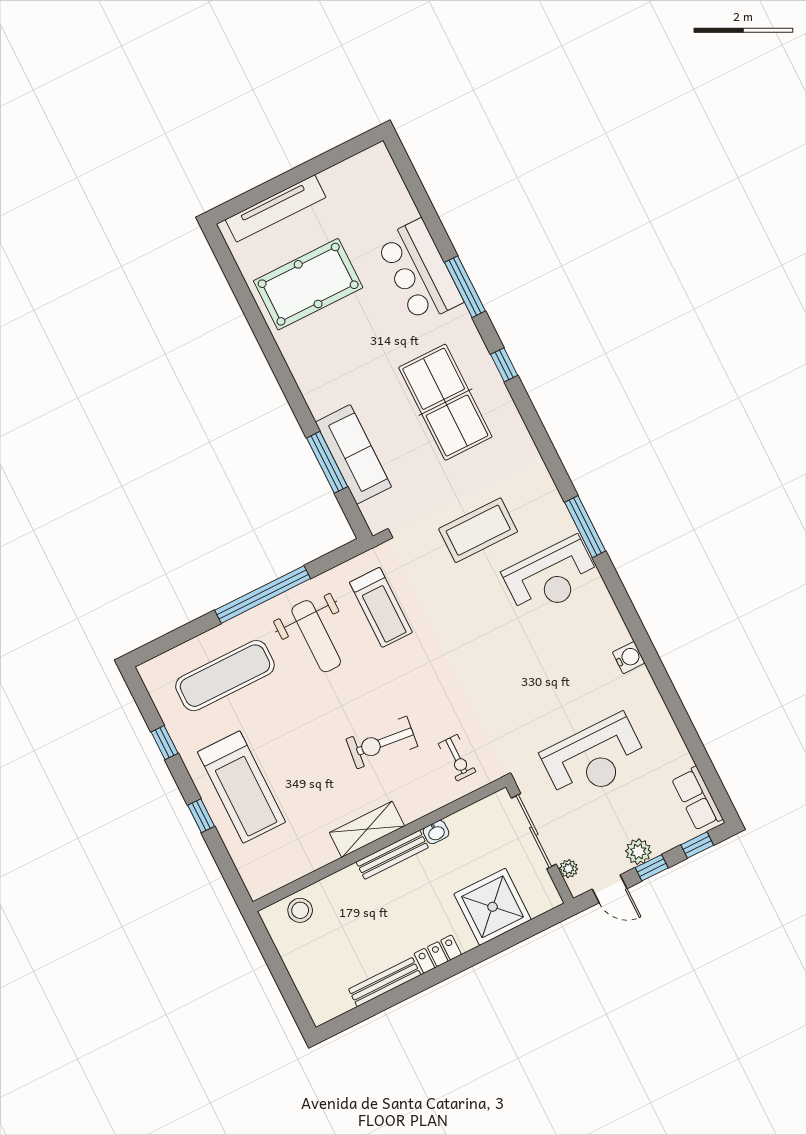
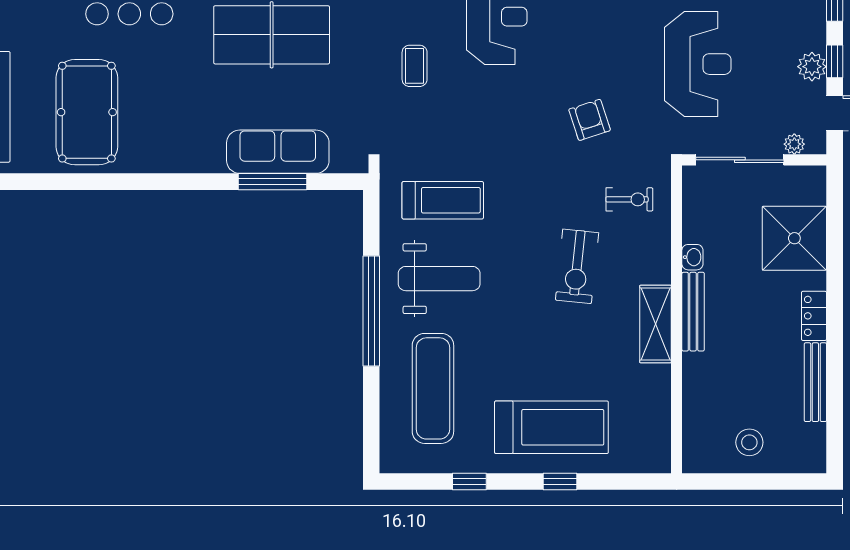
coffee table: (478, 530) -> (415, 66), width x0.54, depth x0.58
armchair: (505, 693) -> (590, 120), added
stool: (300, 910) -> (749, 442), moved

